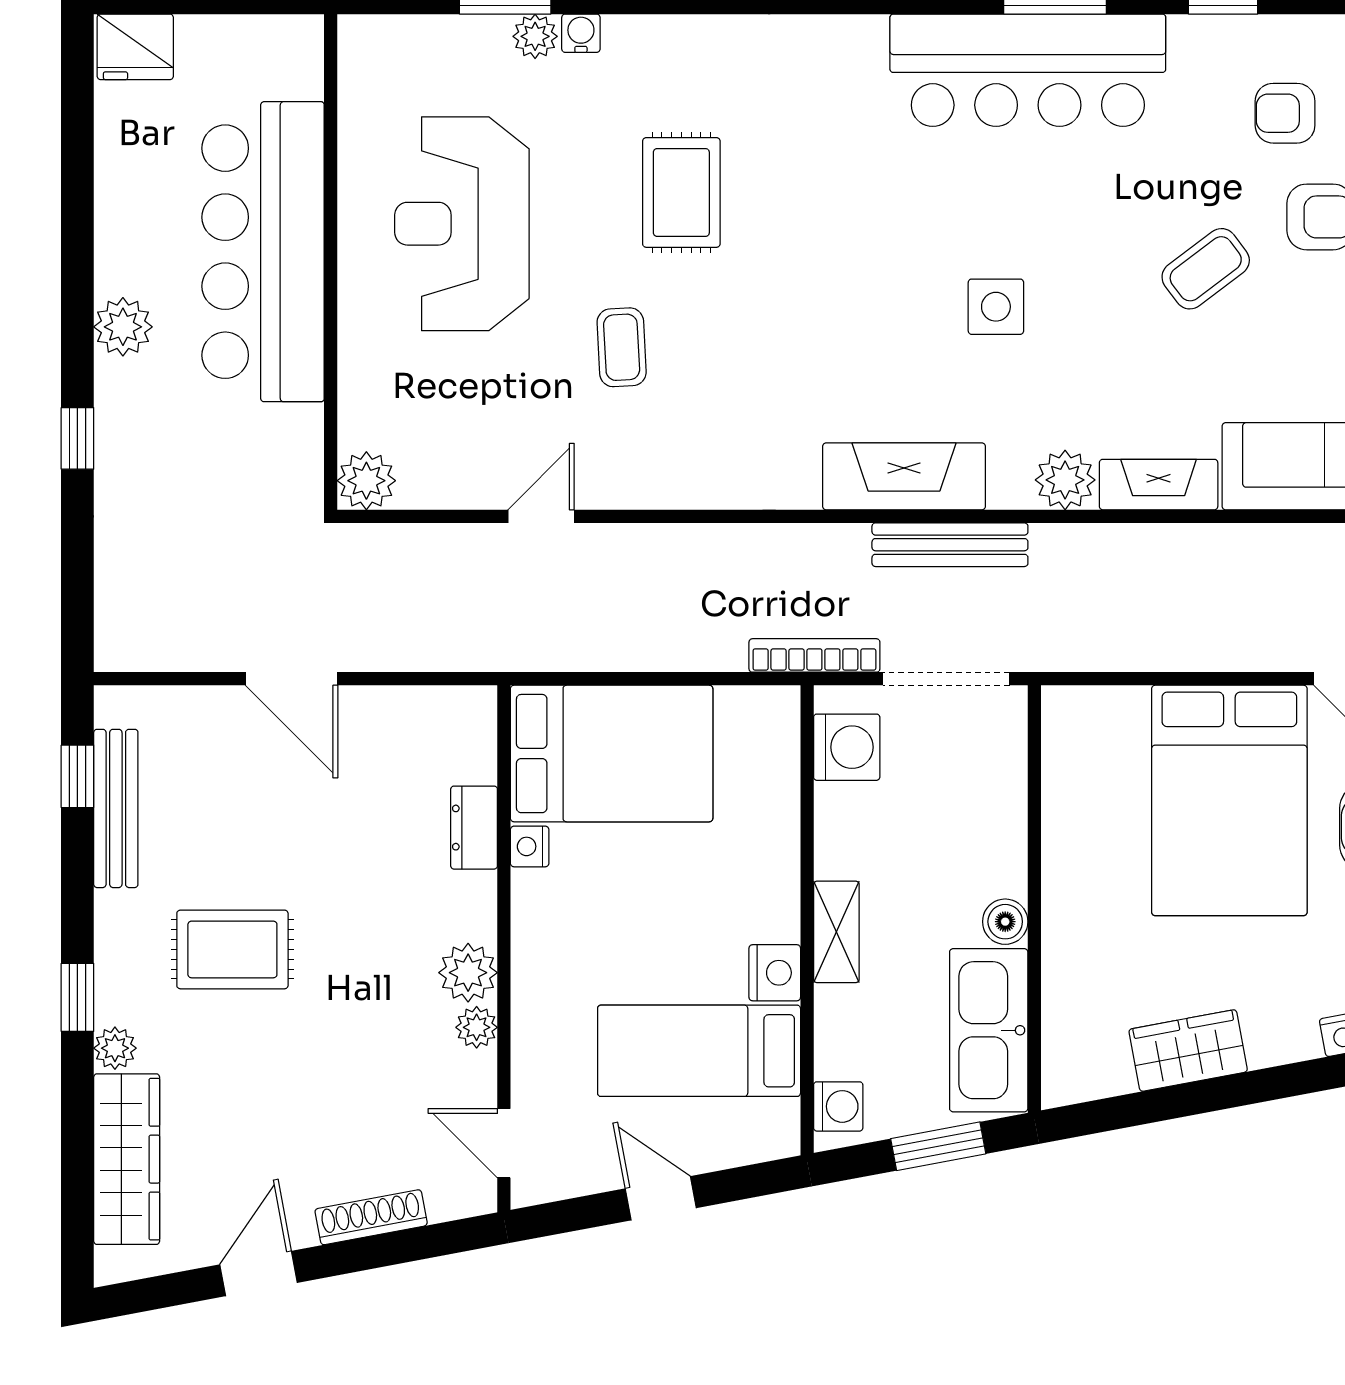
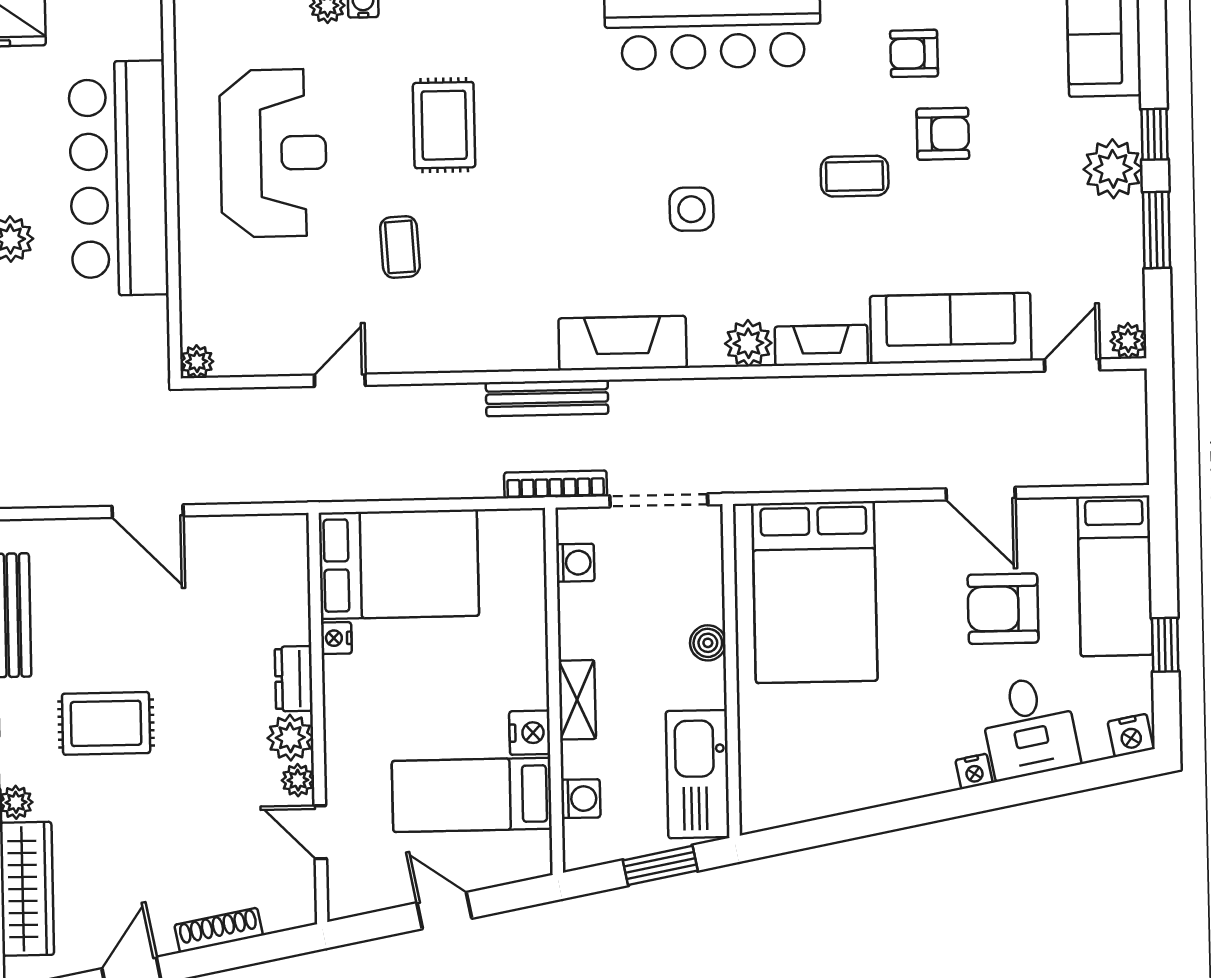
reception desk: (462, 224) -> (273, 153), turned 180
coffee table: (1206, 269) -> (855, 176), turned 37
plant: (366, 481) -> (197, 362), width x0.73, depth x0.73
bench: (950, 545) -> (547, 398), moved
washing machine: (847, 747) -> (575, 563), width x0.73, depth x0.73
bed: (1229, 800) -> (815, 592), moved
dresser: (474, 828) -> (294, 679), moved
boiler: (1005, 922) -> (708, 643), moved
wardrobe: (1188, 1051) -> (854, 787), removed
washing machine: (838, 1106) -> (581, 799), moved
door: (504, 1143) -> (320, 832), moved

